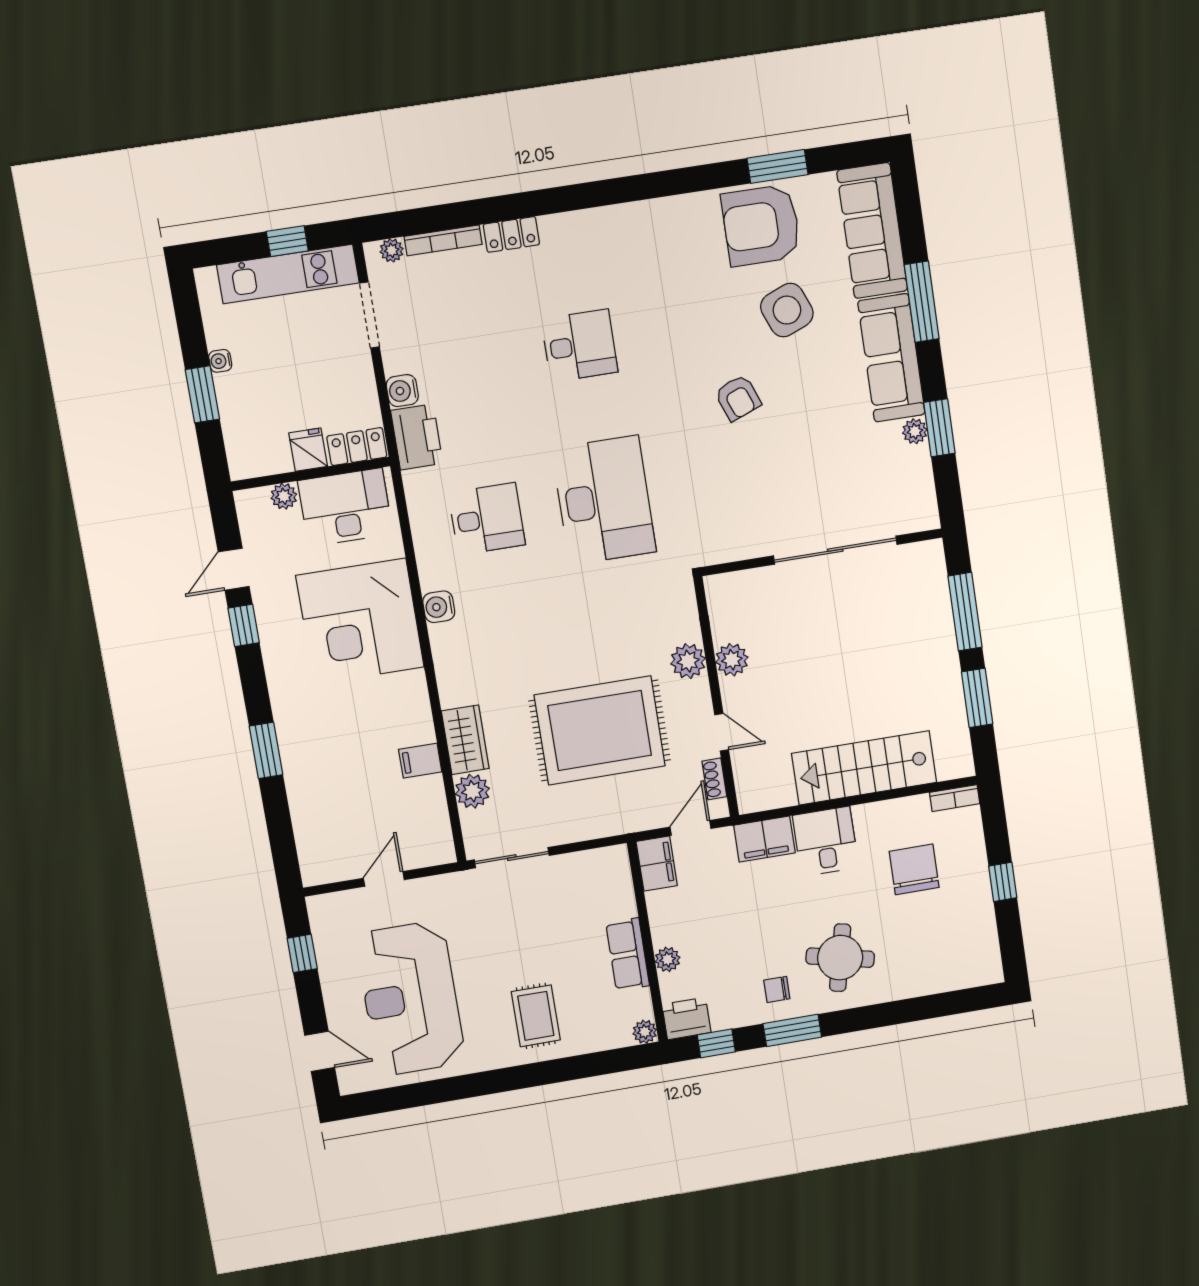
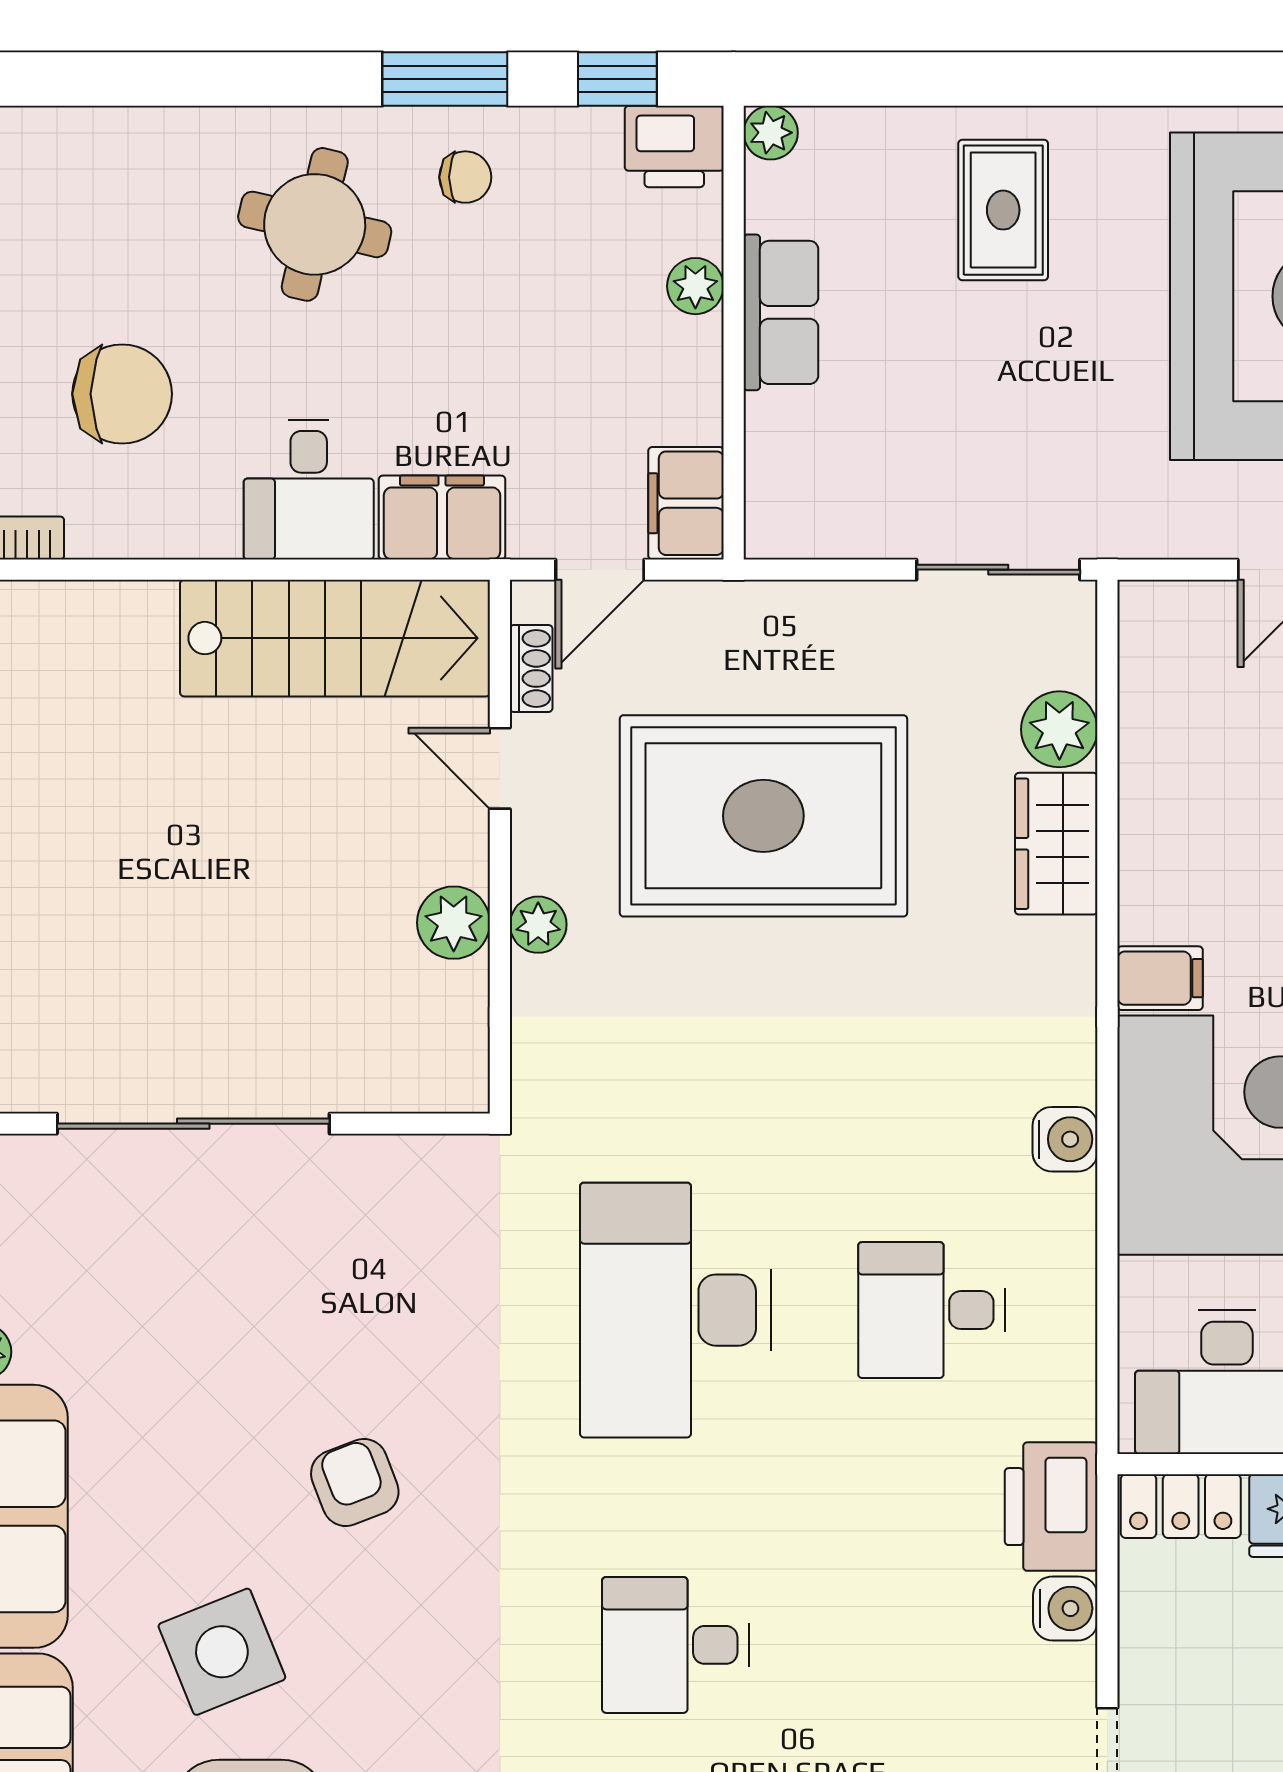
plant: (688, 661) -> (538, 925), width x0.73, depth x0.73
filing cabinet: (420, 761) -> (1160, 978), moved
stairs: (864, 768) -> (335, 638), moved
chair: (914, 869) -> (122, 394), turned -90

